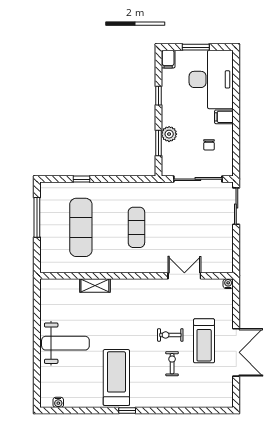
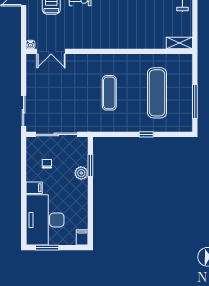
window: (196, 47) -> (47, 248), moved
window: (158, 96) -> (90, 206), removed
window: (82, 179) -> (146, 134), moved
double door: (184, 276) -> (51, 51), moved
shelving: (95, 285) -> (179, 43), moved

